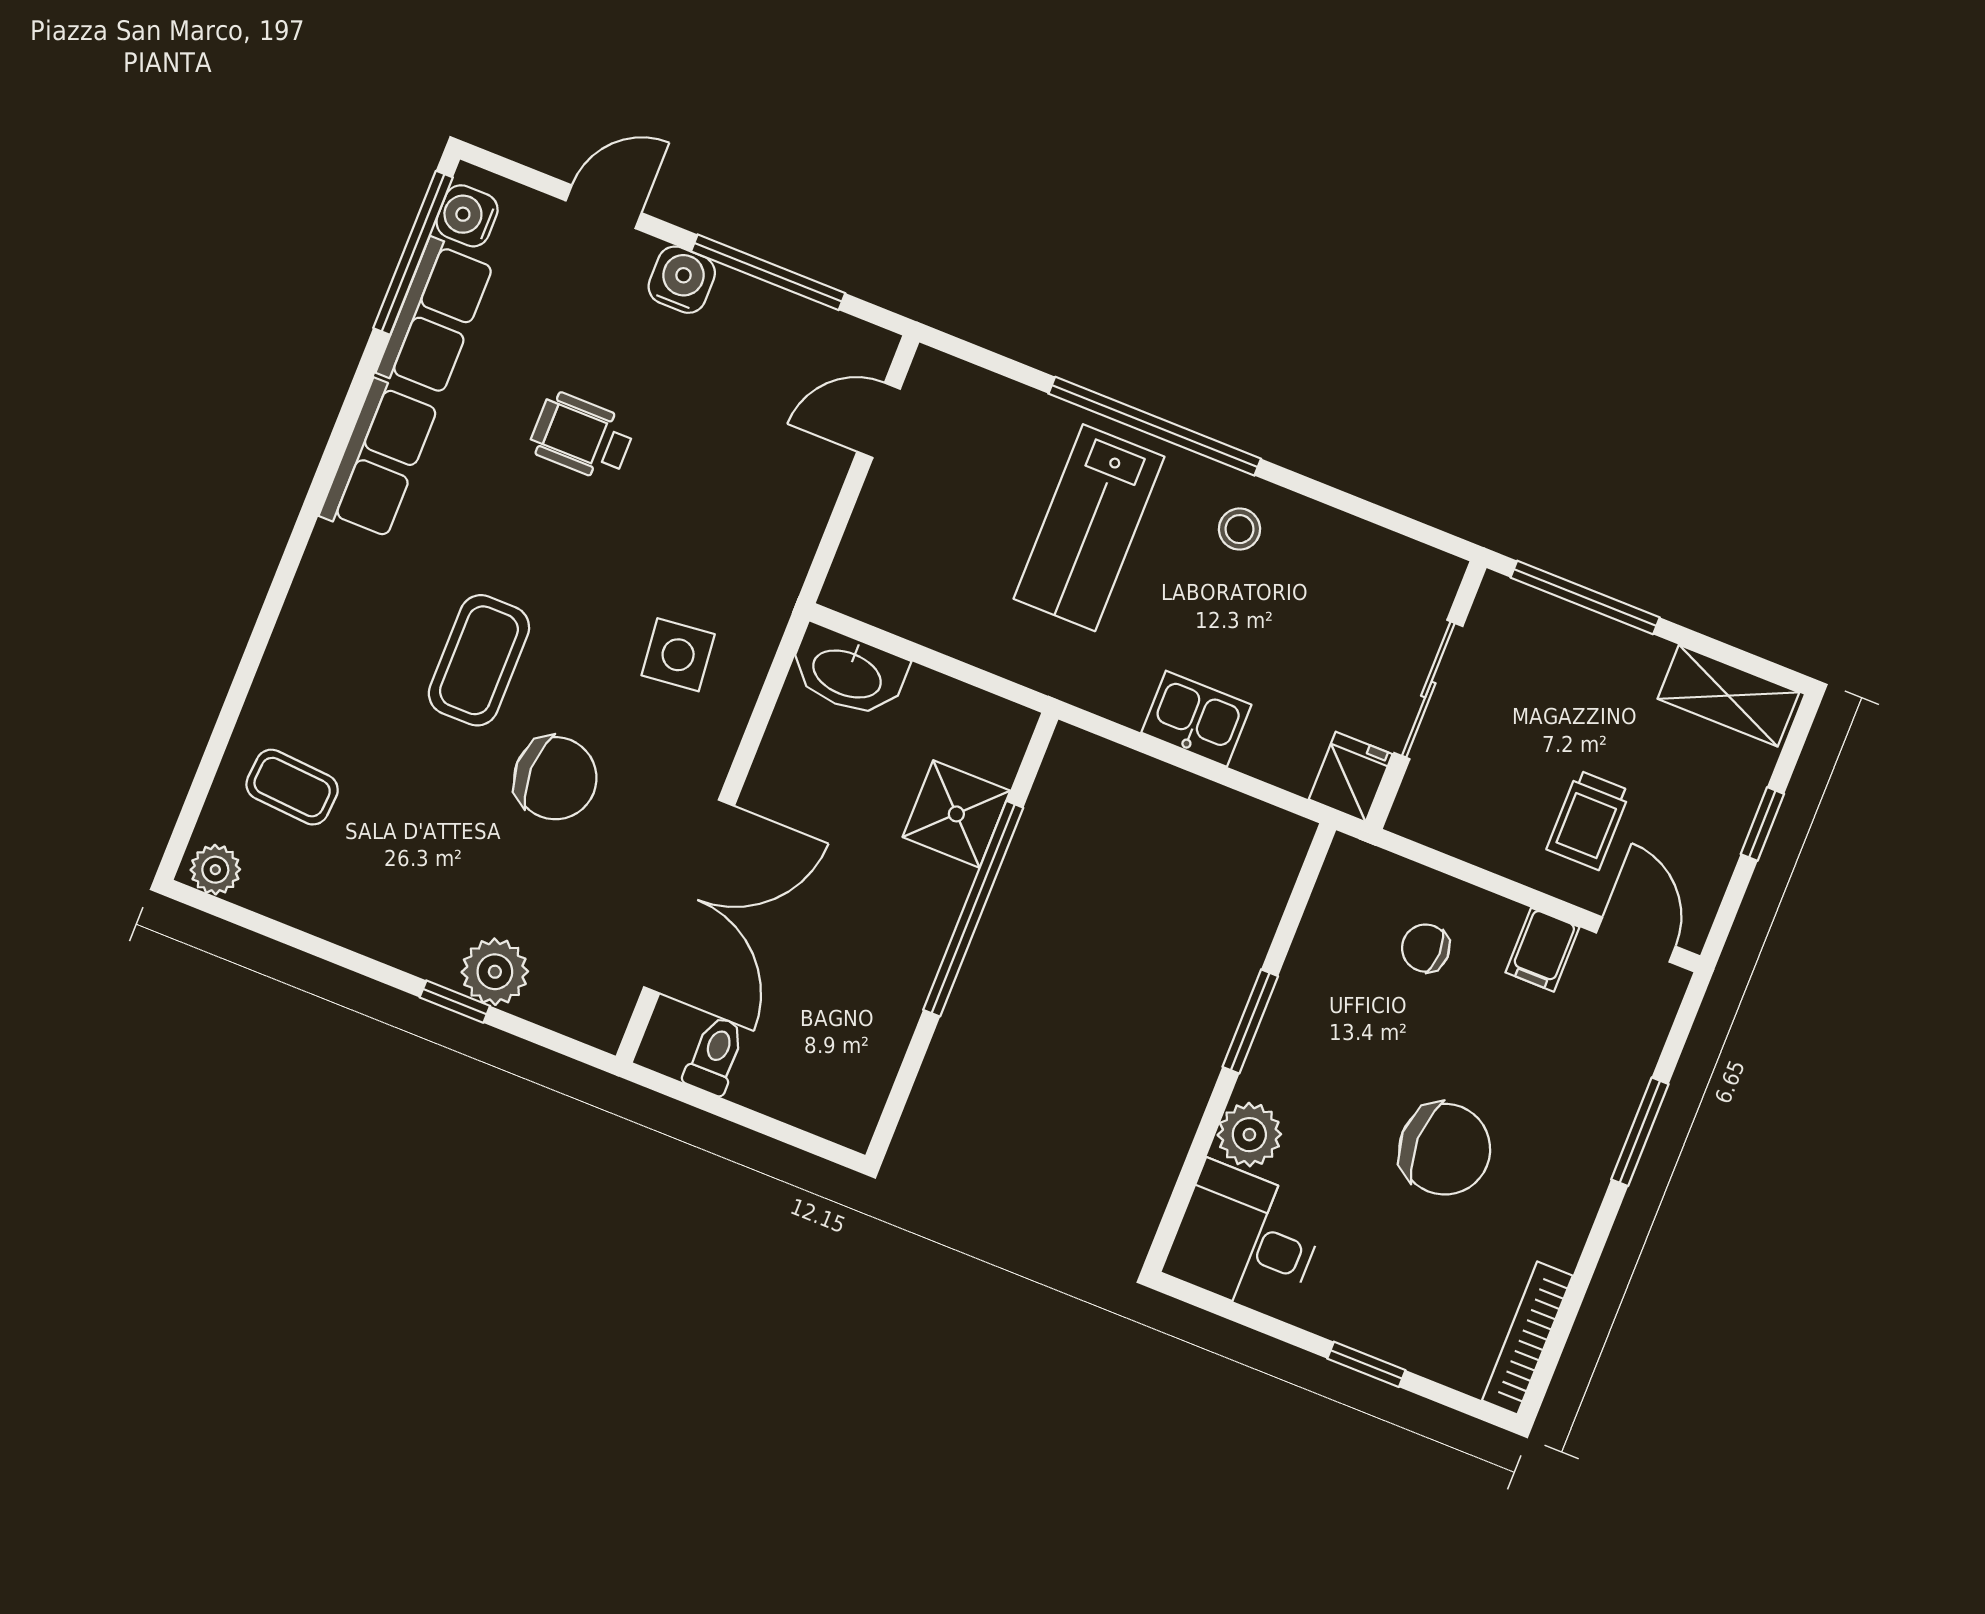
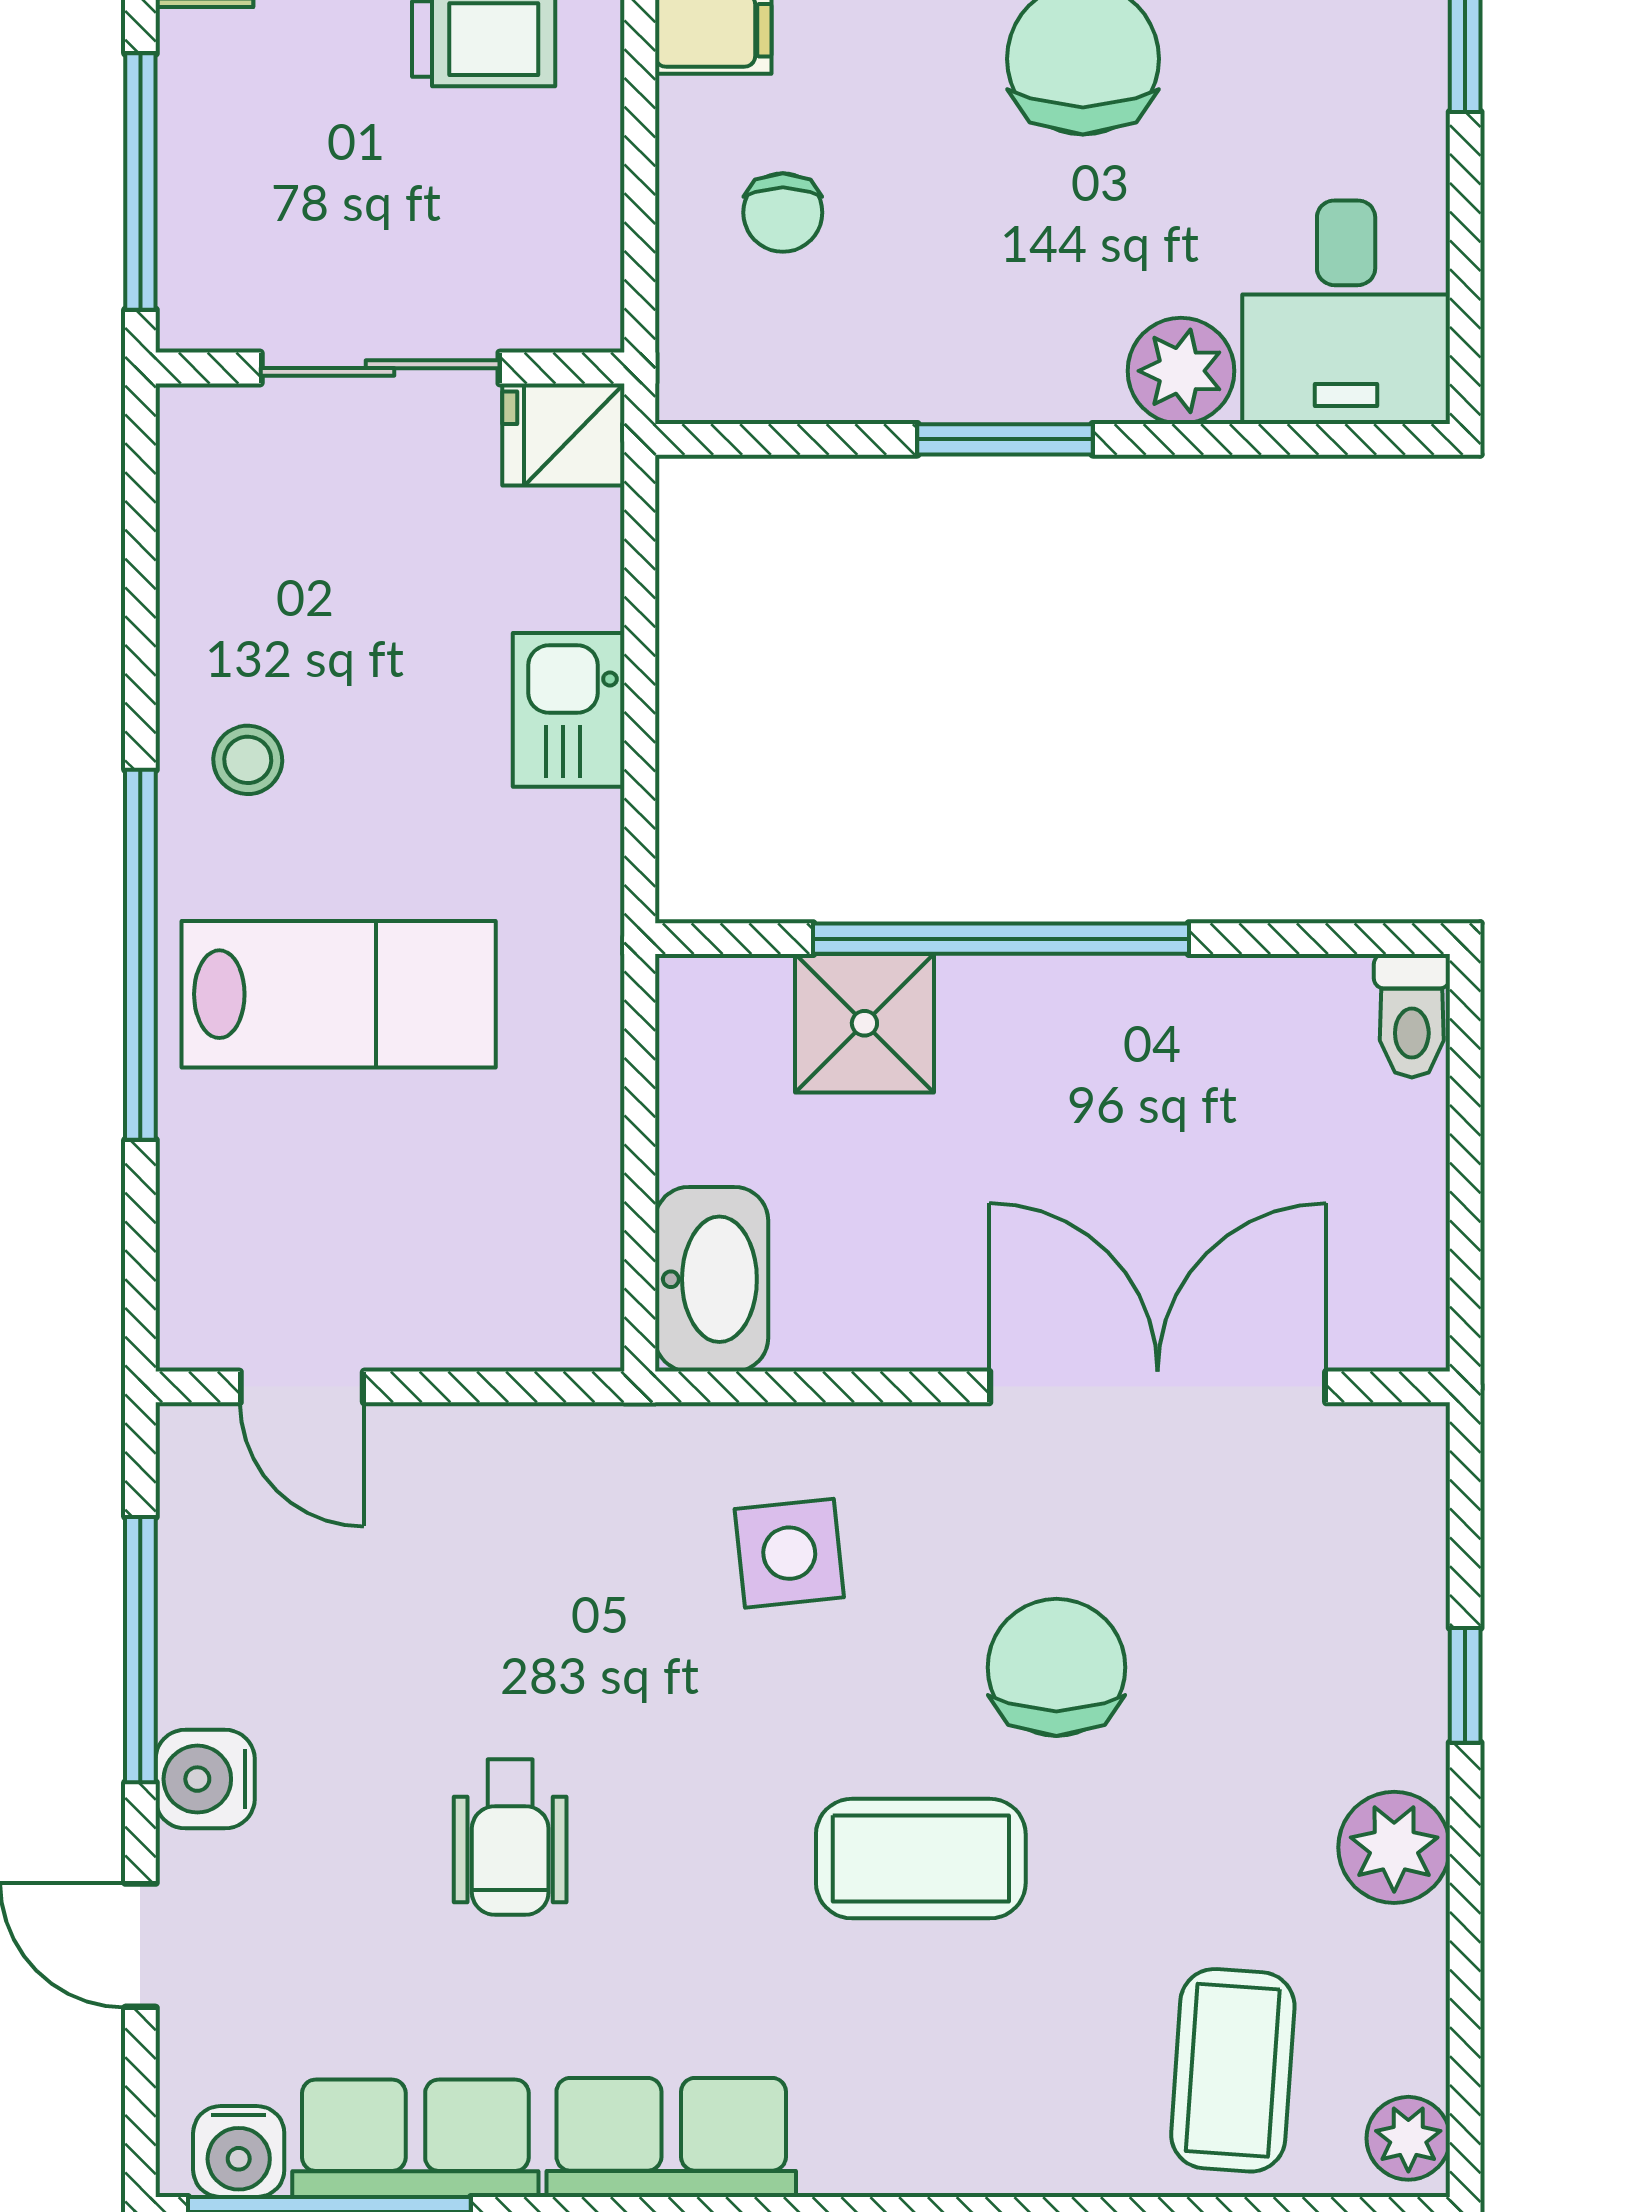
coffee table: (292, 787) -> (1233, 2070), width x1.36, depth x1.30
plant: (495, 972) -> (1394, 1847), moved
toilet: (715, 1055) -> (1412, 1016), moved, turned -90

